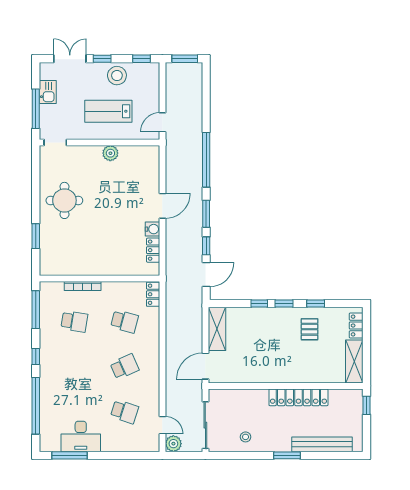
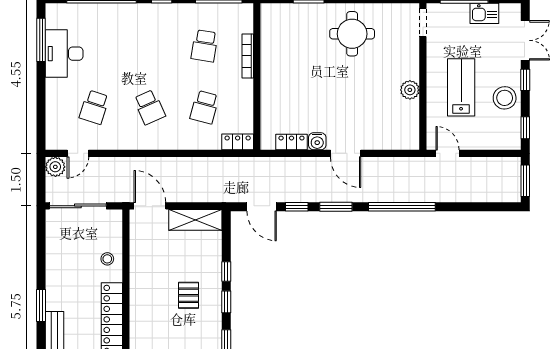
pallet: (310, 329) -> (189, 295), moved, turned 90
stool: (246, 437) -> (107, 259), moved

